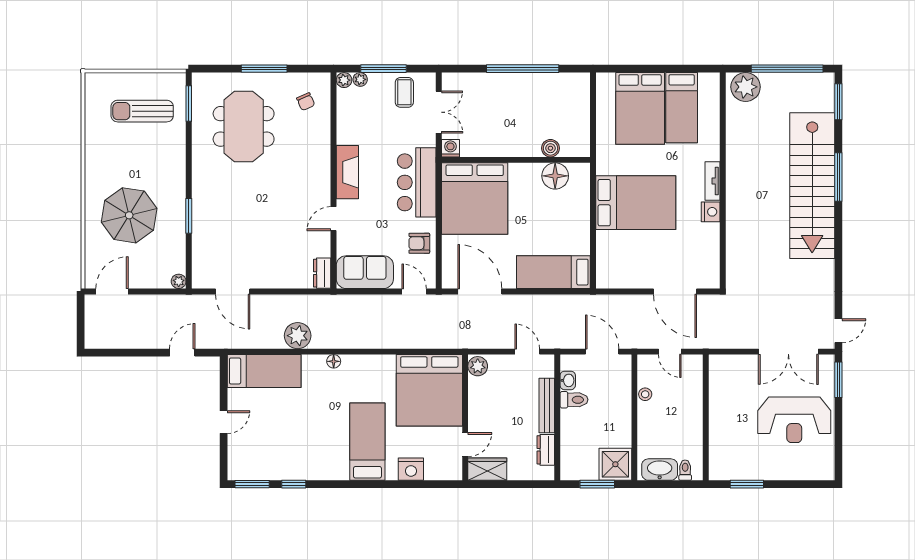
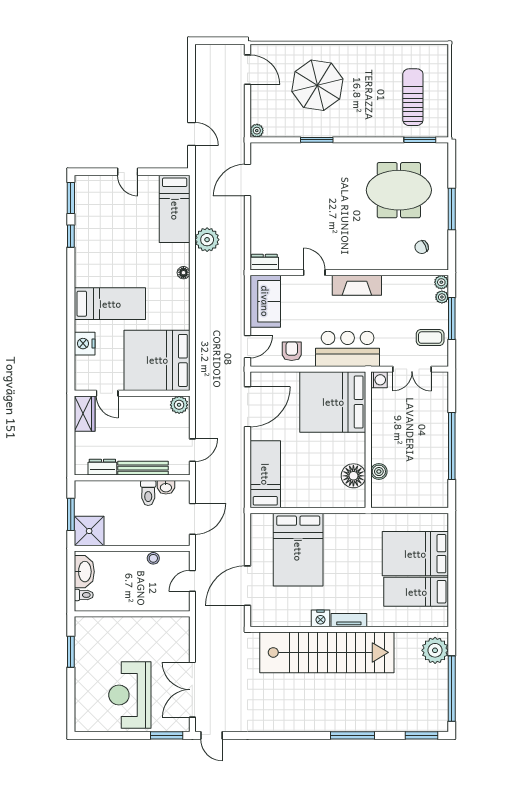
stairs: (812, 186) -> (327, 652), moved, turned 180
bed: (636, 203) -> (298, 550), moved

